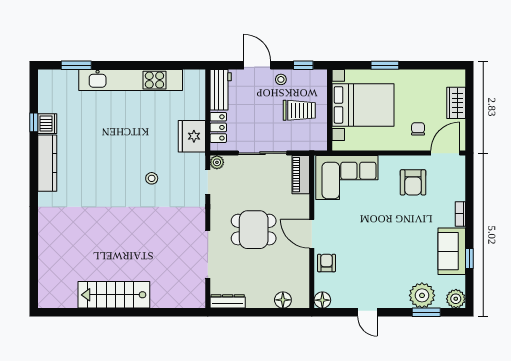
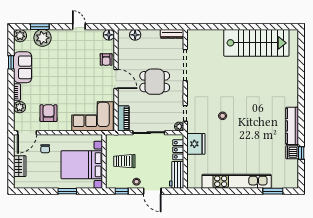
plant: (456, 191) -> (20, 107), added
stairs: (114, 295) -> (256, 43), width x1.36, depth x1.51

